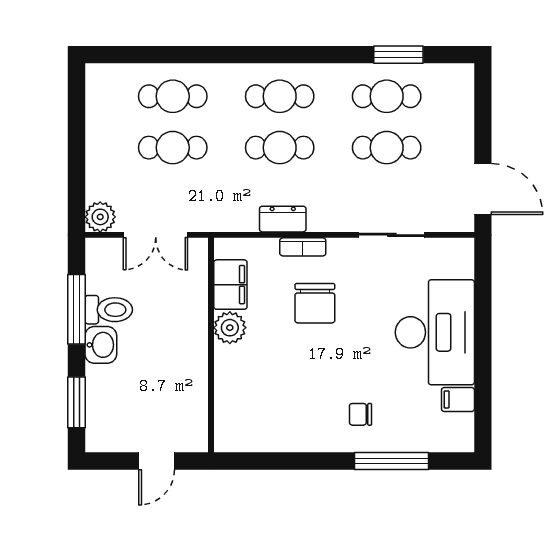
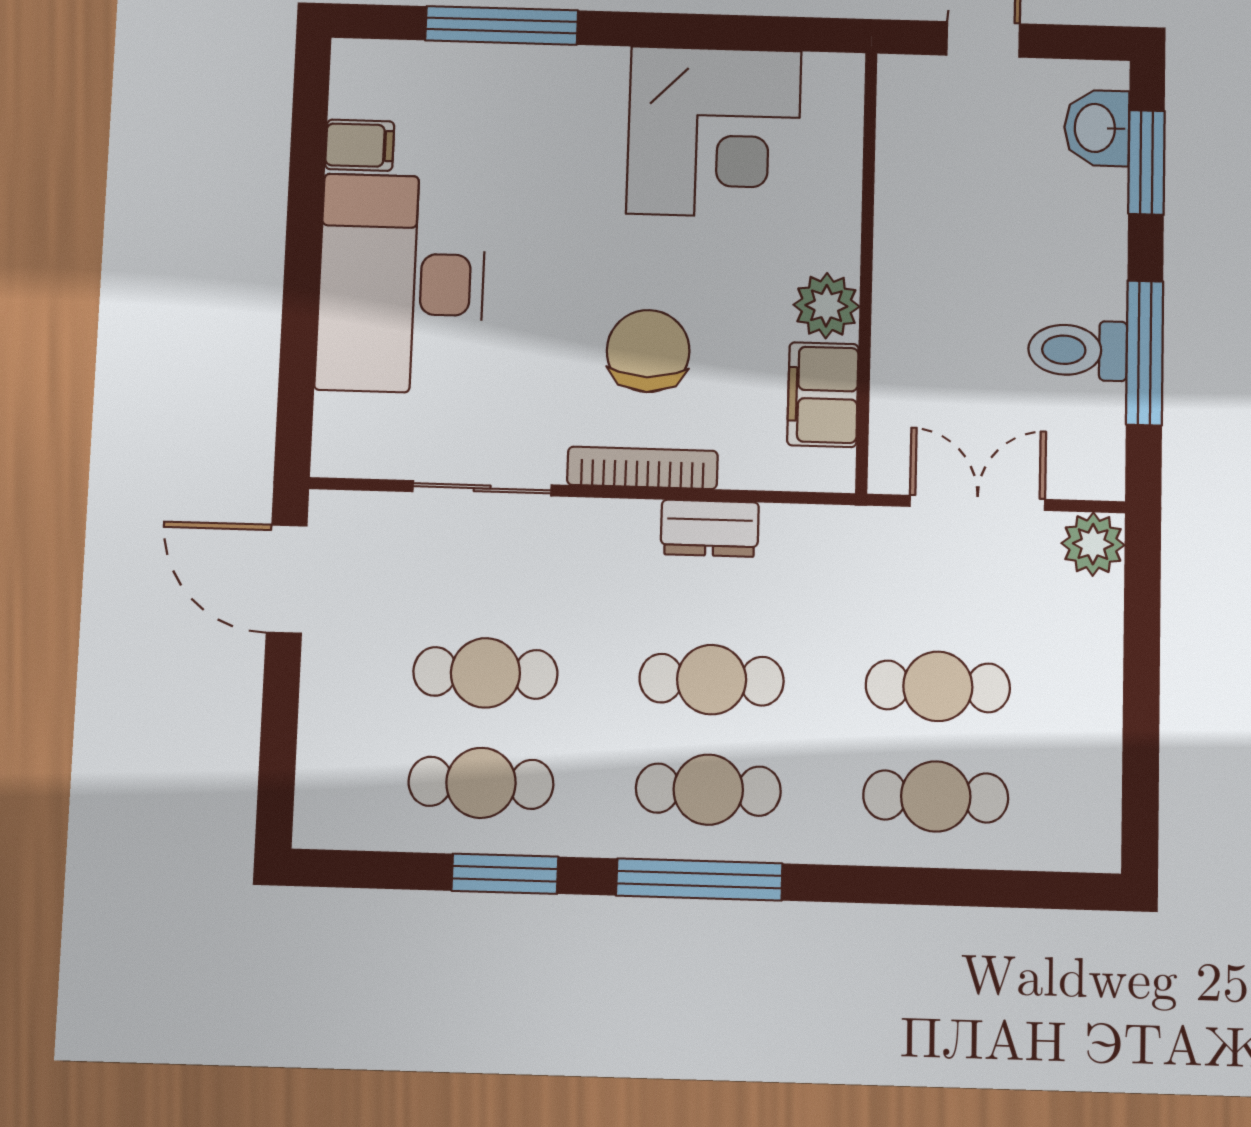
window: (283, 55) -> (699, 880), added
window: (398, 55) -> (505, 874), moved
bookcase: (303, 247) -> (642, 468), width x1.56
washbasin: (101, 345) -> (1097, 128), moved
corner desk: (286, 411) -> (714, 132), added
chair: (361, 414) -> (562, 121), removed

